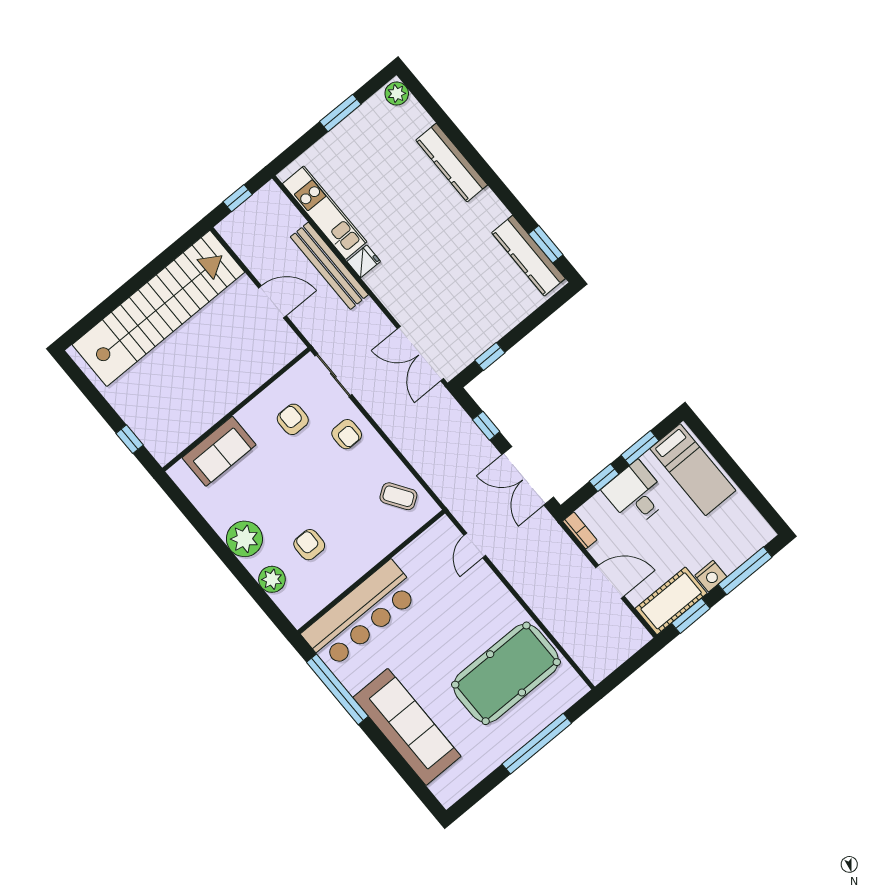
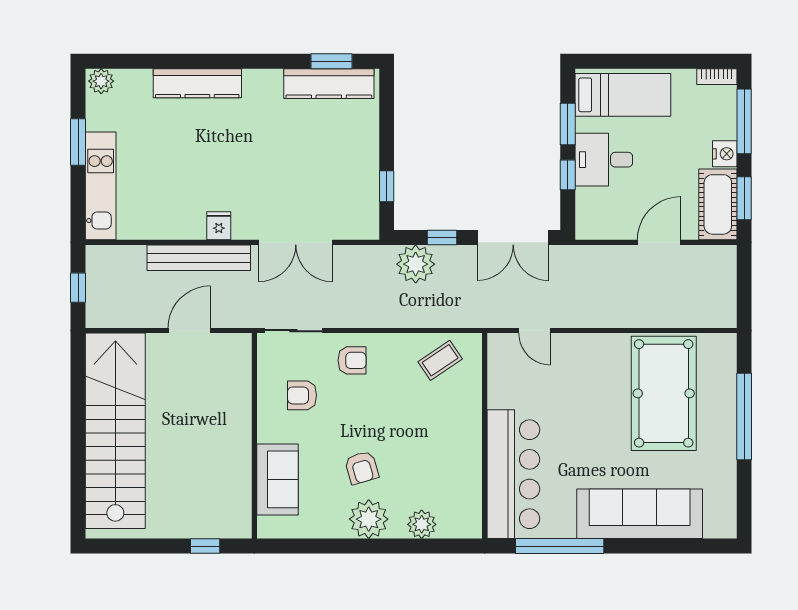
kitchen unit: (325, 213) -> (101, 186), moved, turned 90
double door: (421, 354) -> (296, 242), moved
plant: (452, 423) -> (416, 264), added
bookcase: (580, 530) -> (717, 77), moved, turned 180
armchair: (309, 545) -> (362, 468), moved, turned -106

